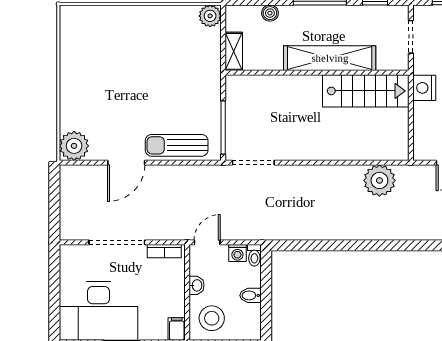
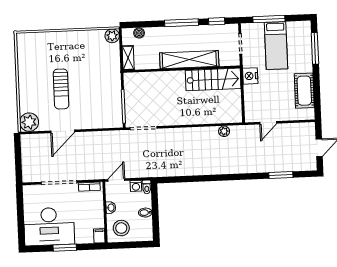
boiler: (270, 13) -> (139, 33), moved
sun lounger: (177, 145) -> (61, 89), moved, turned -90
plant: (379, 180) -> (224, 131), width x0.53, depth x0.53

